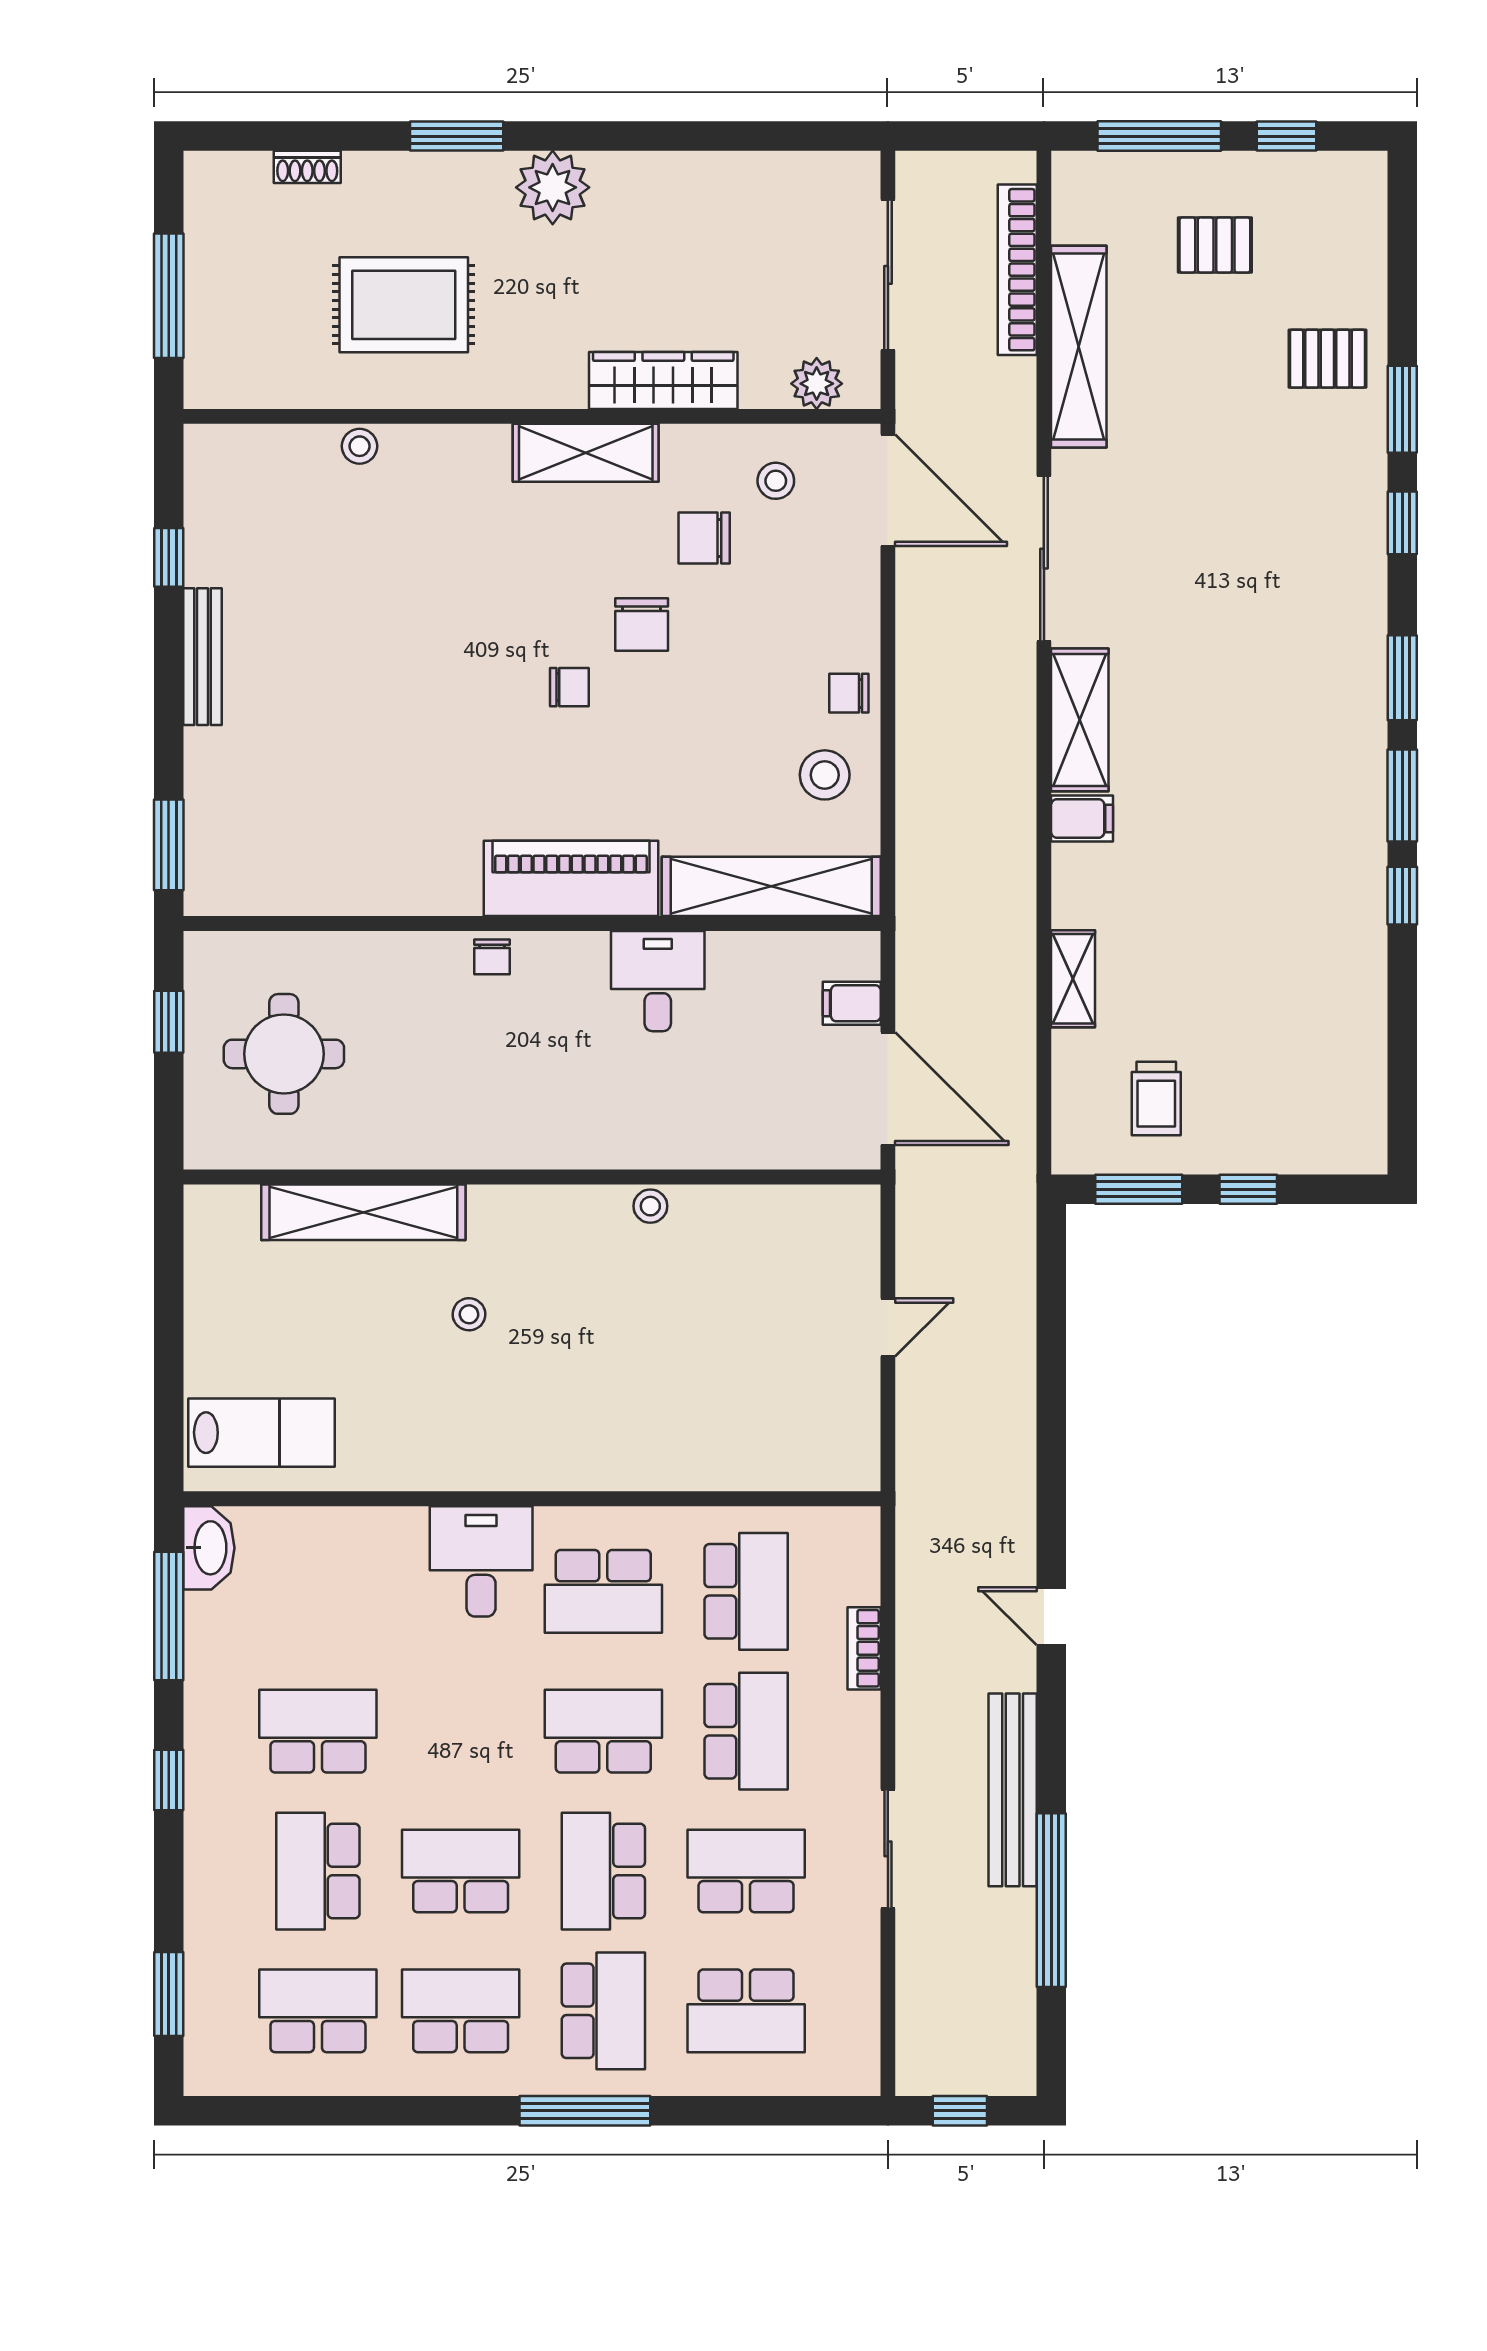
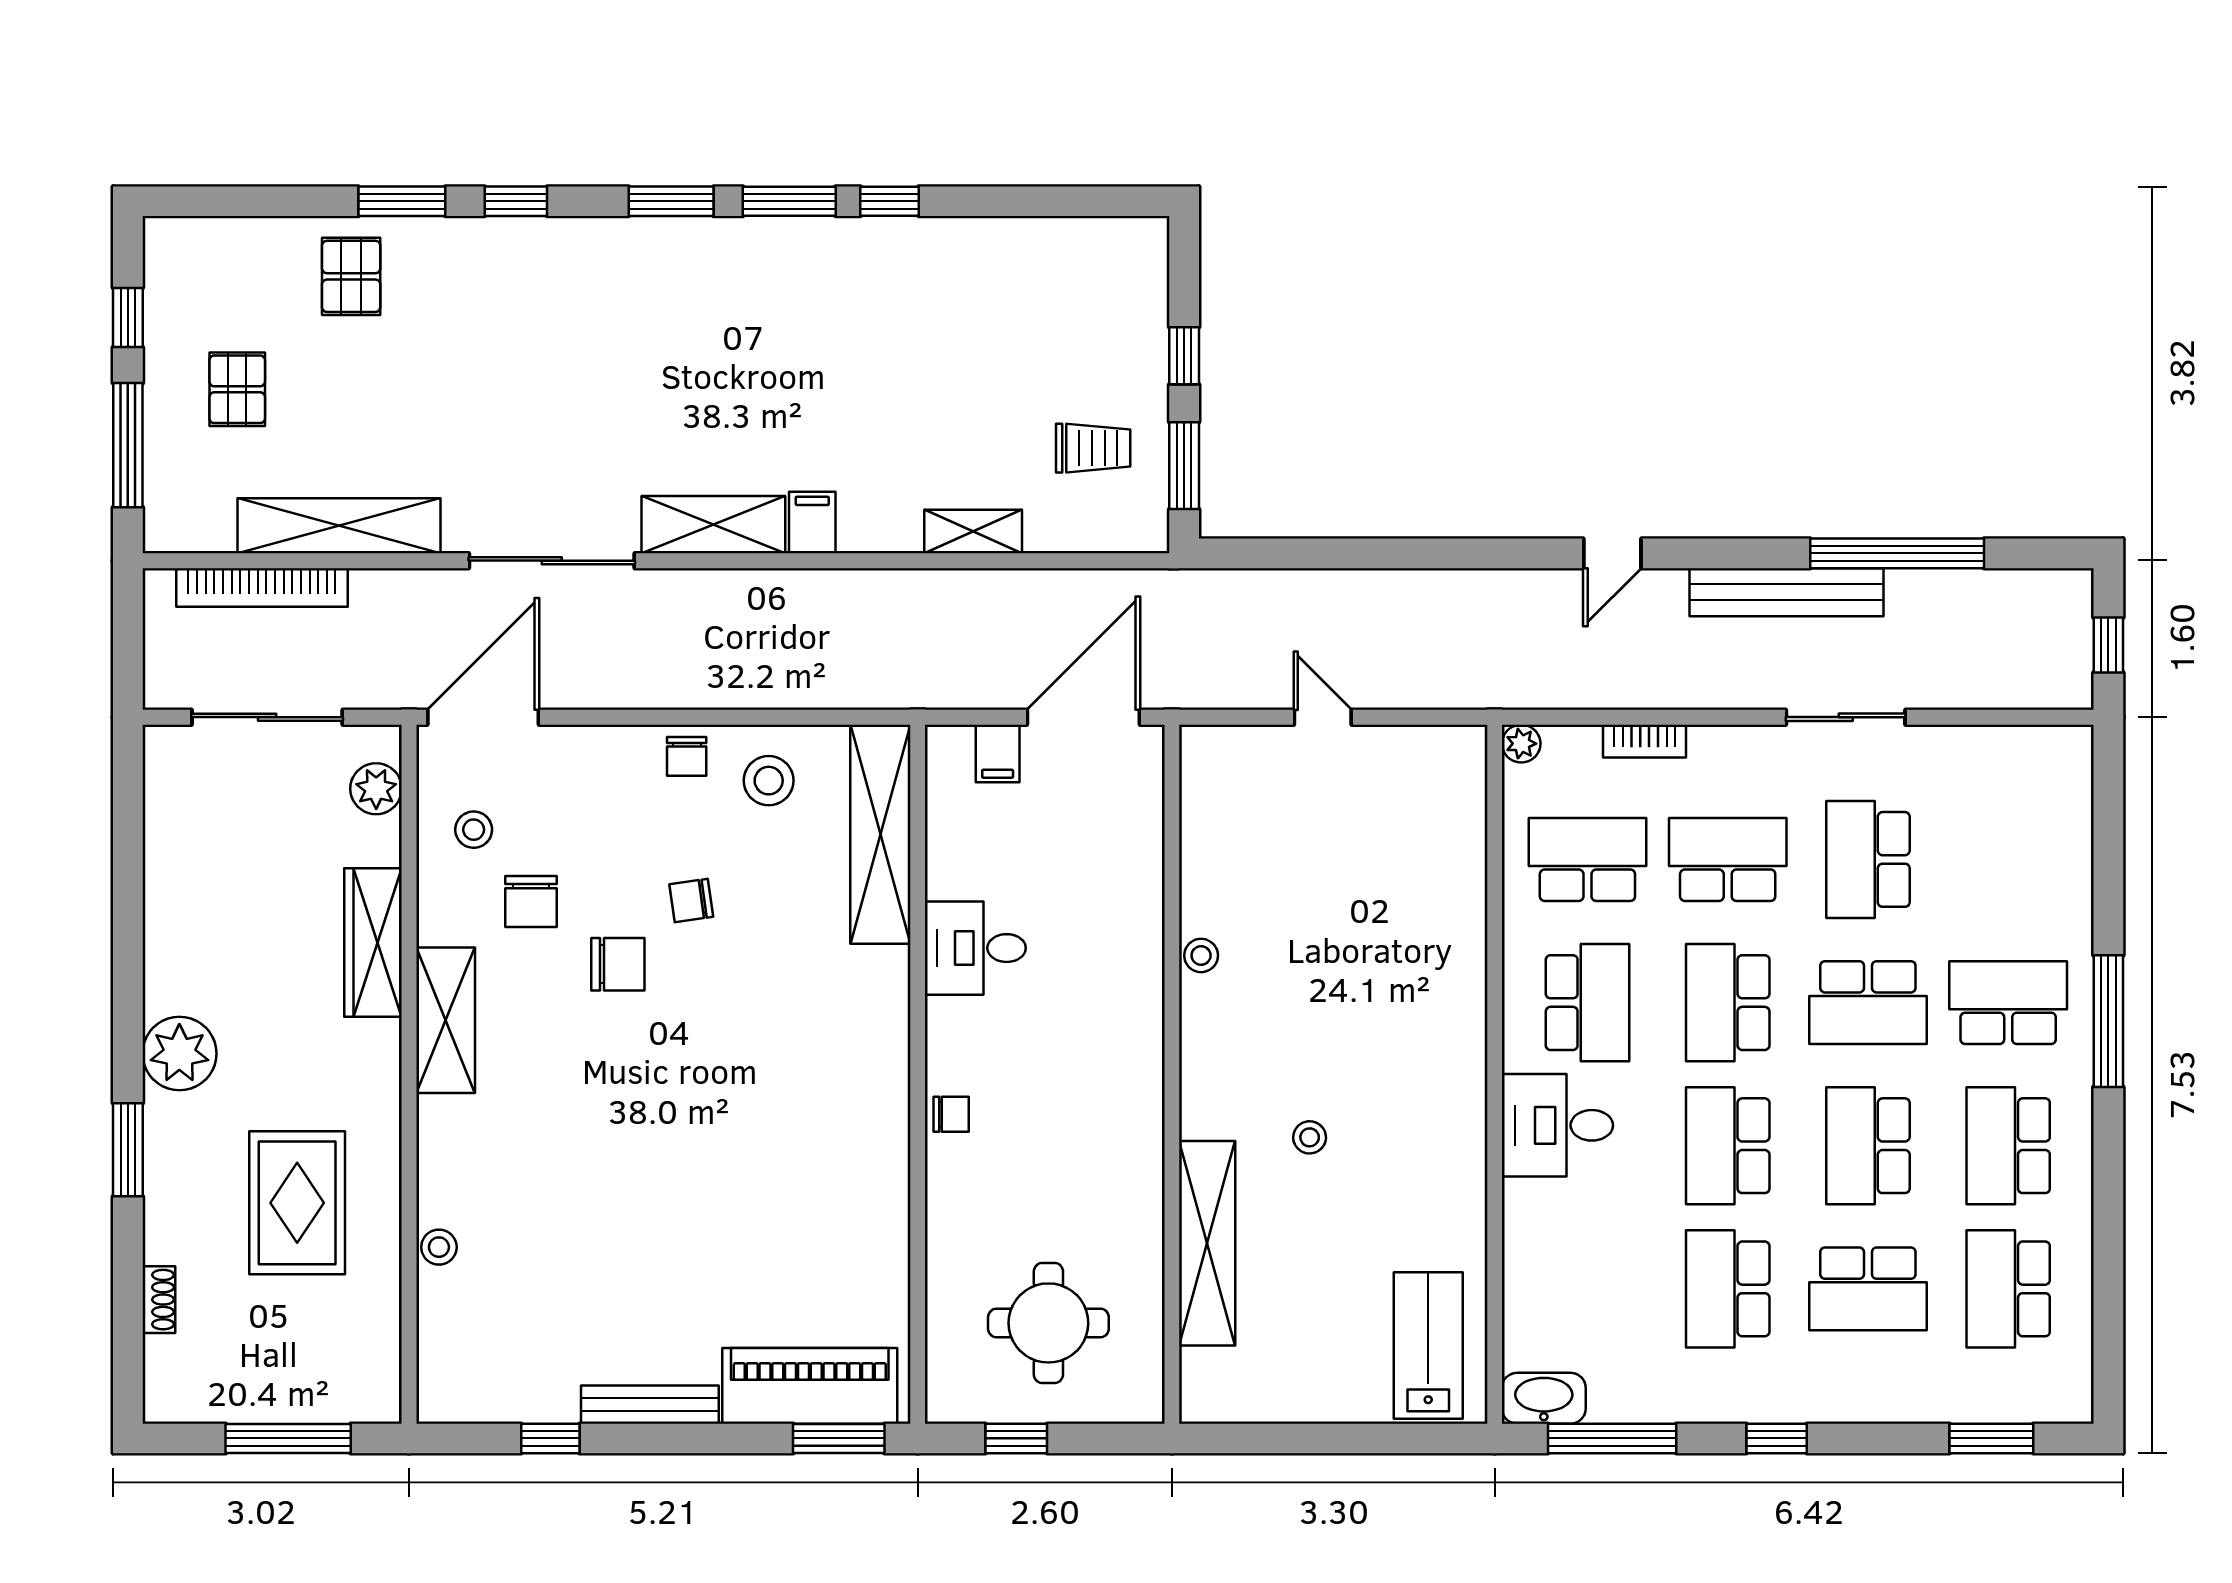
chair: (569, 687) -> (691, 900), moved, turned -98
piano: (571, 878) -> (810, 1386), moved, turned 90
plant: (862, 1525) -> (1521, 744), added
school desk: (746, 2011) -> (1728, 1146), moved, turned 180

